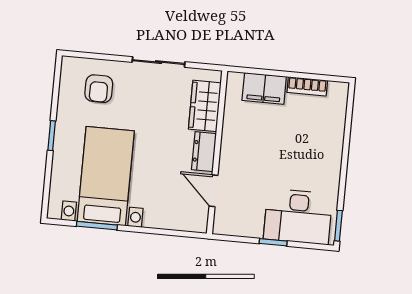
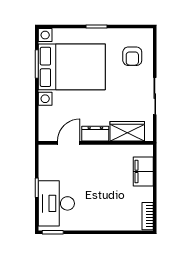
bookcase: (307, 86) -> (148, 216), moved
armchair: (99, 89) -> (132, 56), turned -90
bed with nightstands: (106, 176) -> (72, 67), width x1.36

